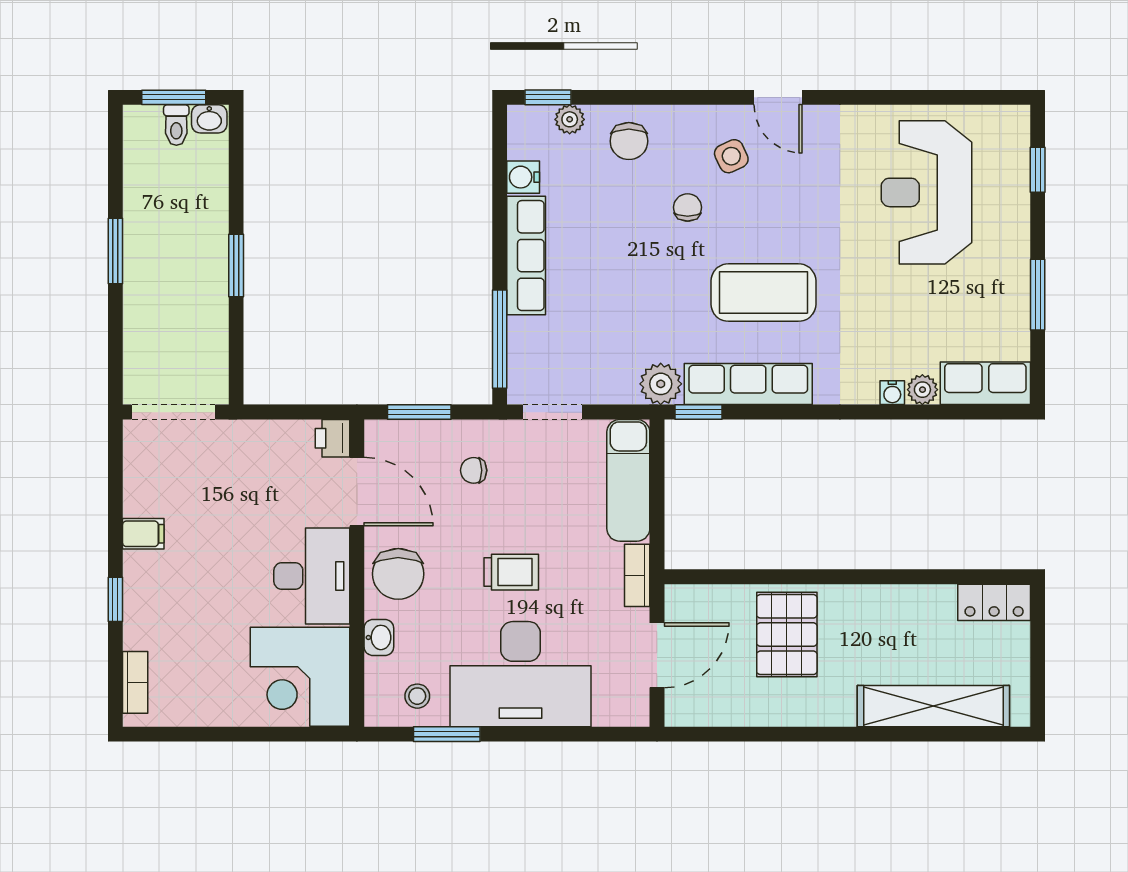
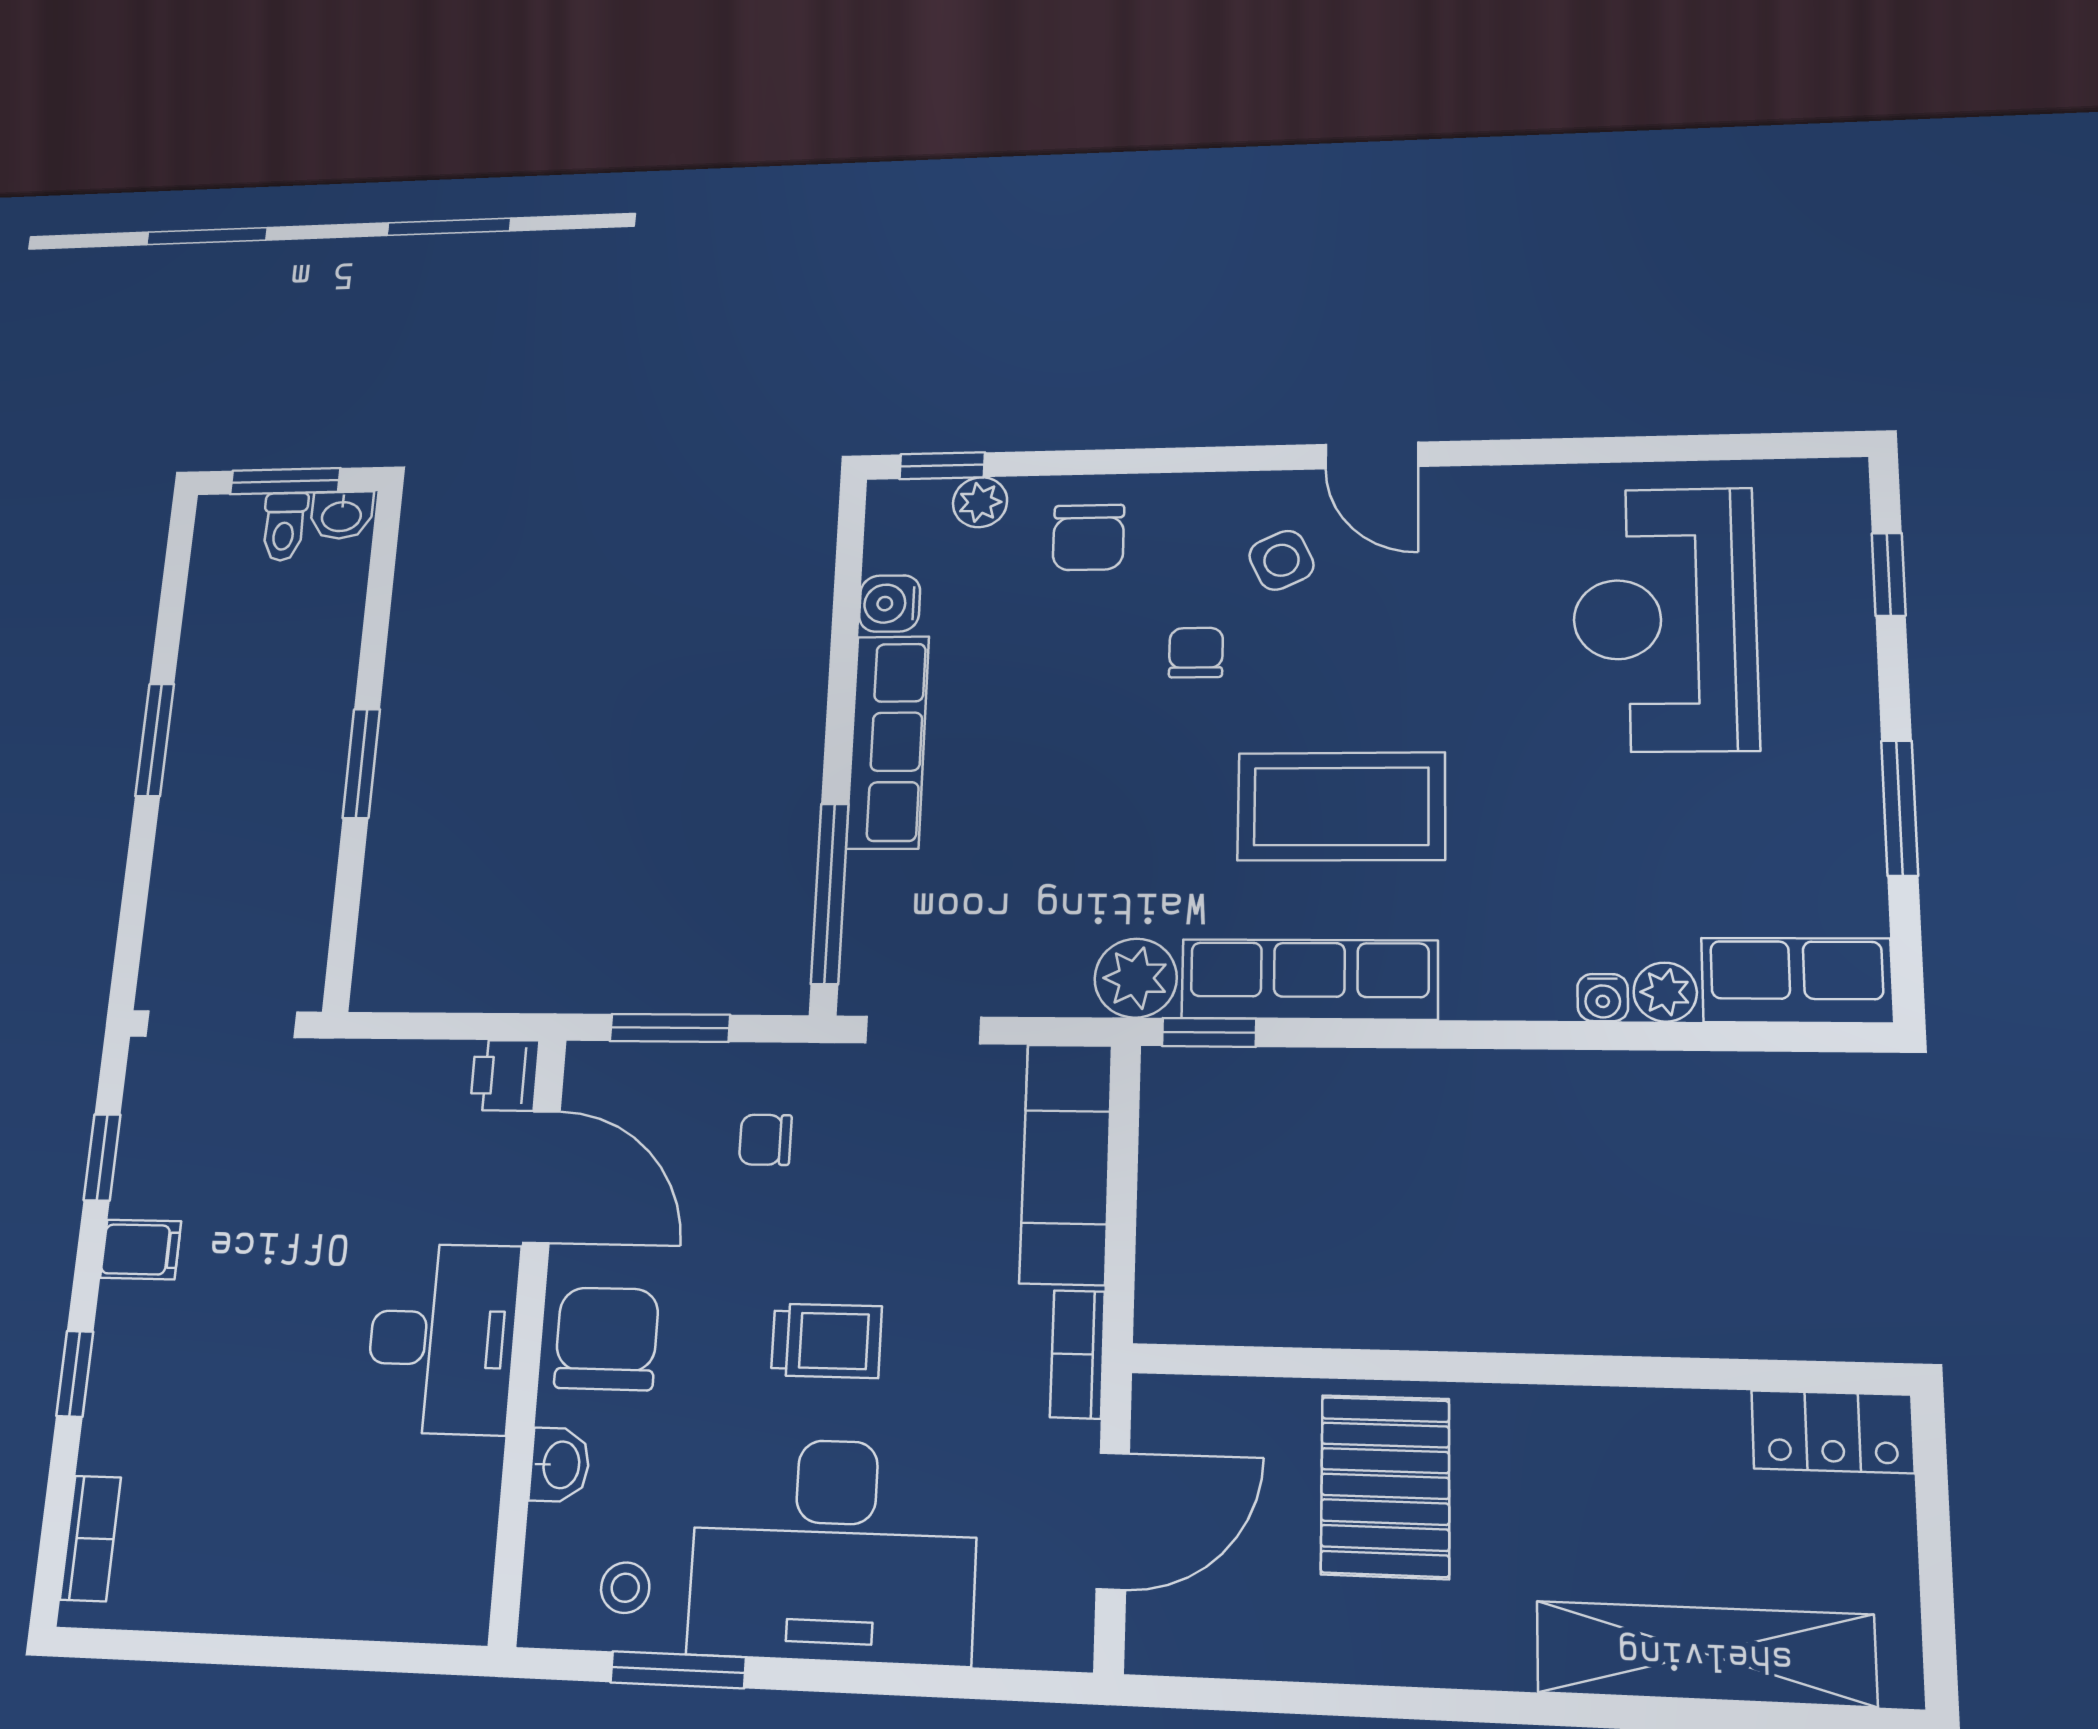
window: (115, 485) -> (102, 1157), added
chair: (398, 574) -> (607, 1339), turned 180
corner desk: (300, 677) -> (401, 1539), removed

